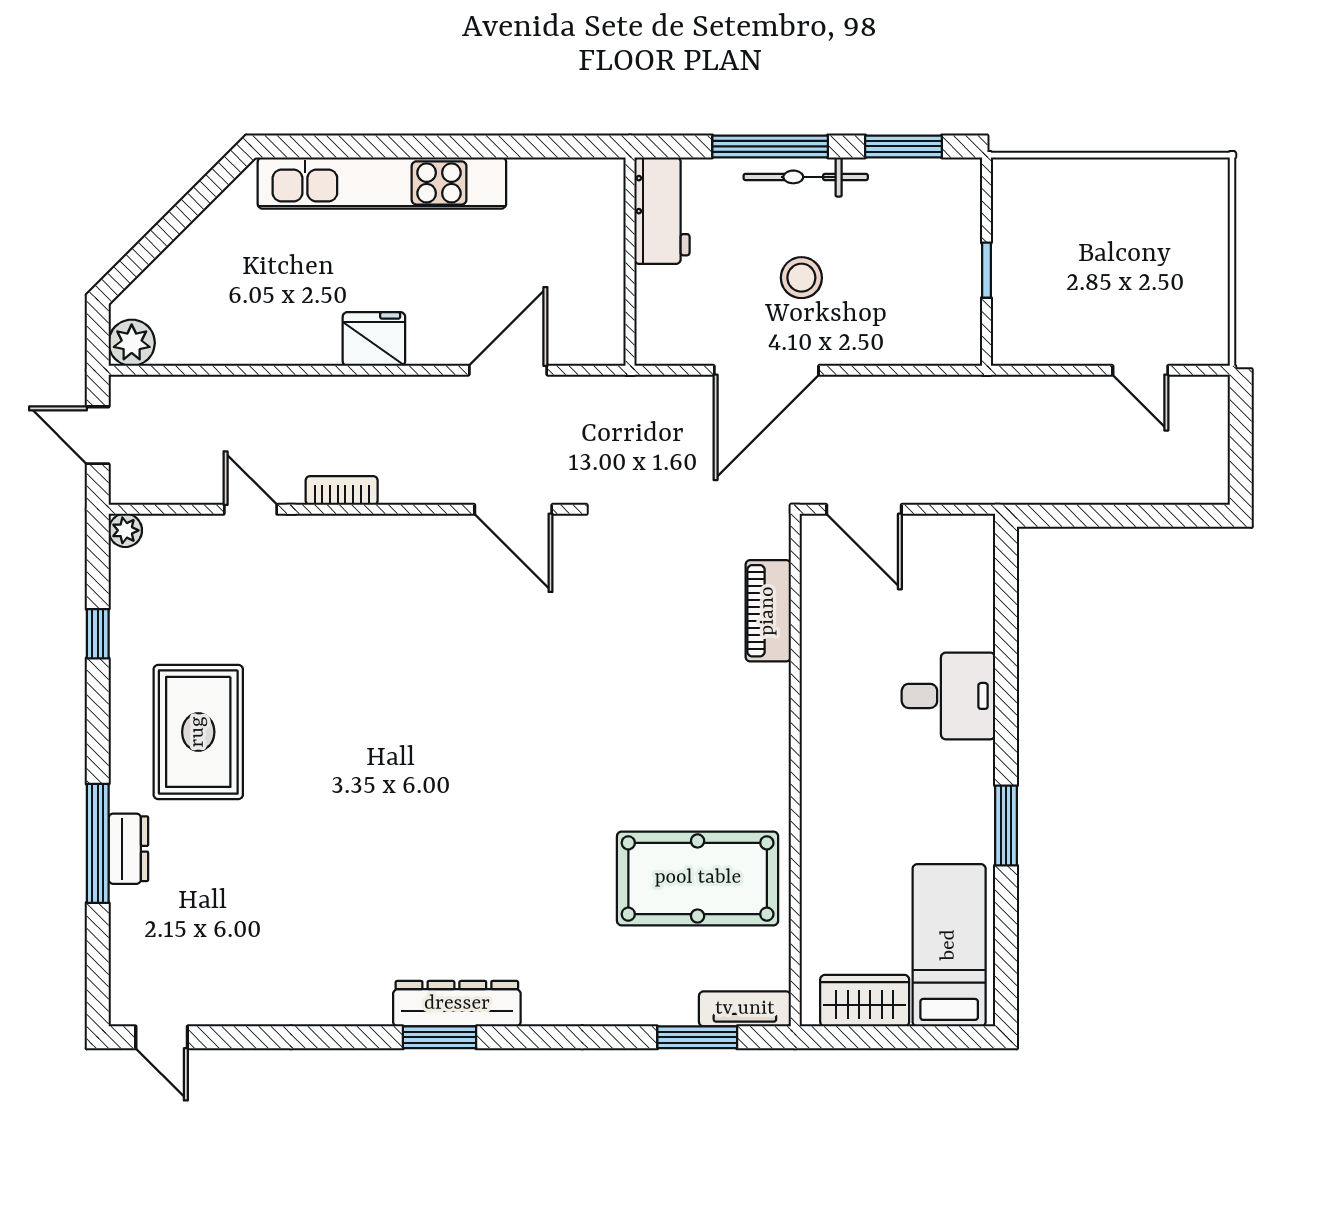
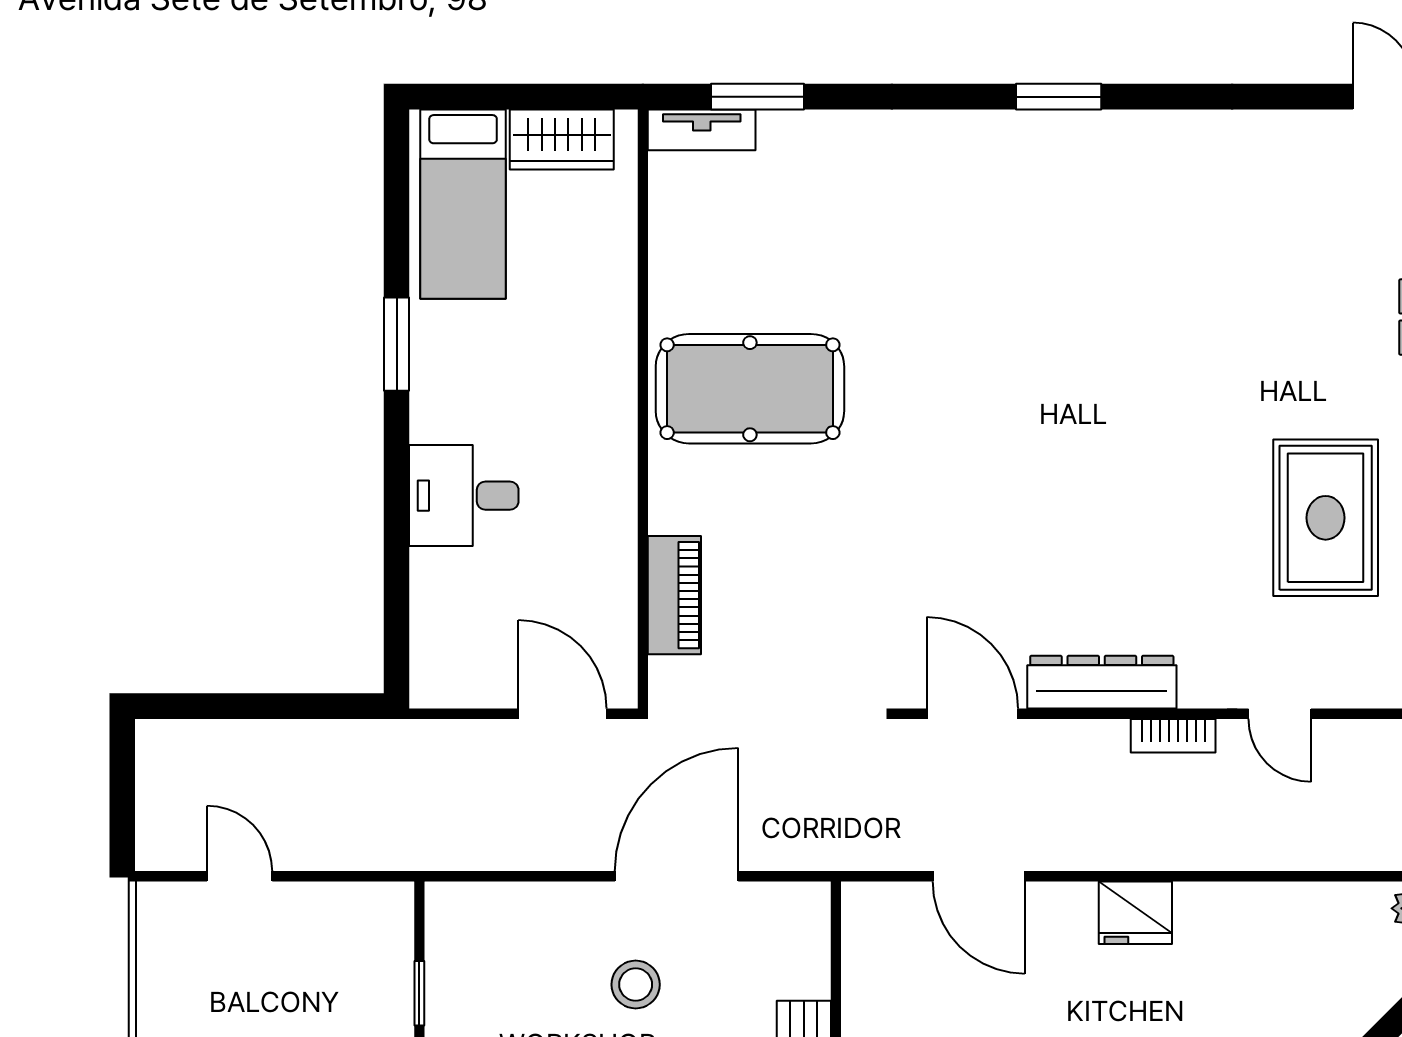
door: (508, 370) -> (979, 876), hinge flipped
rug: (198, 732) -> (1326, 518), moved
pool table: (698, 878) -> (750, 389), moved
dresser: (457, 1004) -> (1102, 682), moved, turned 180

